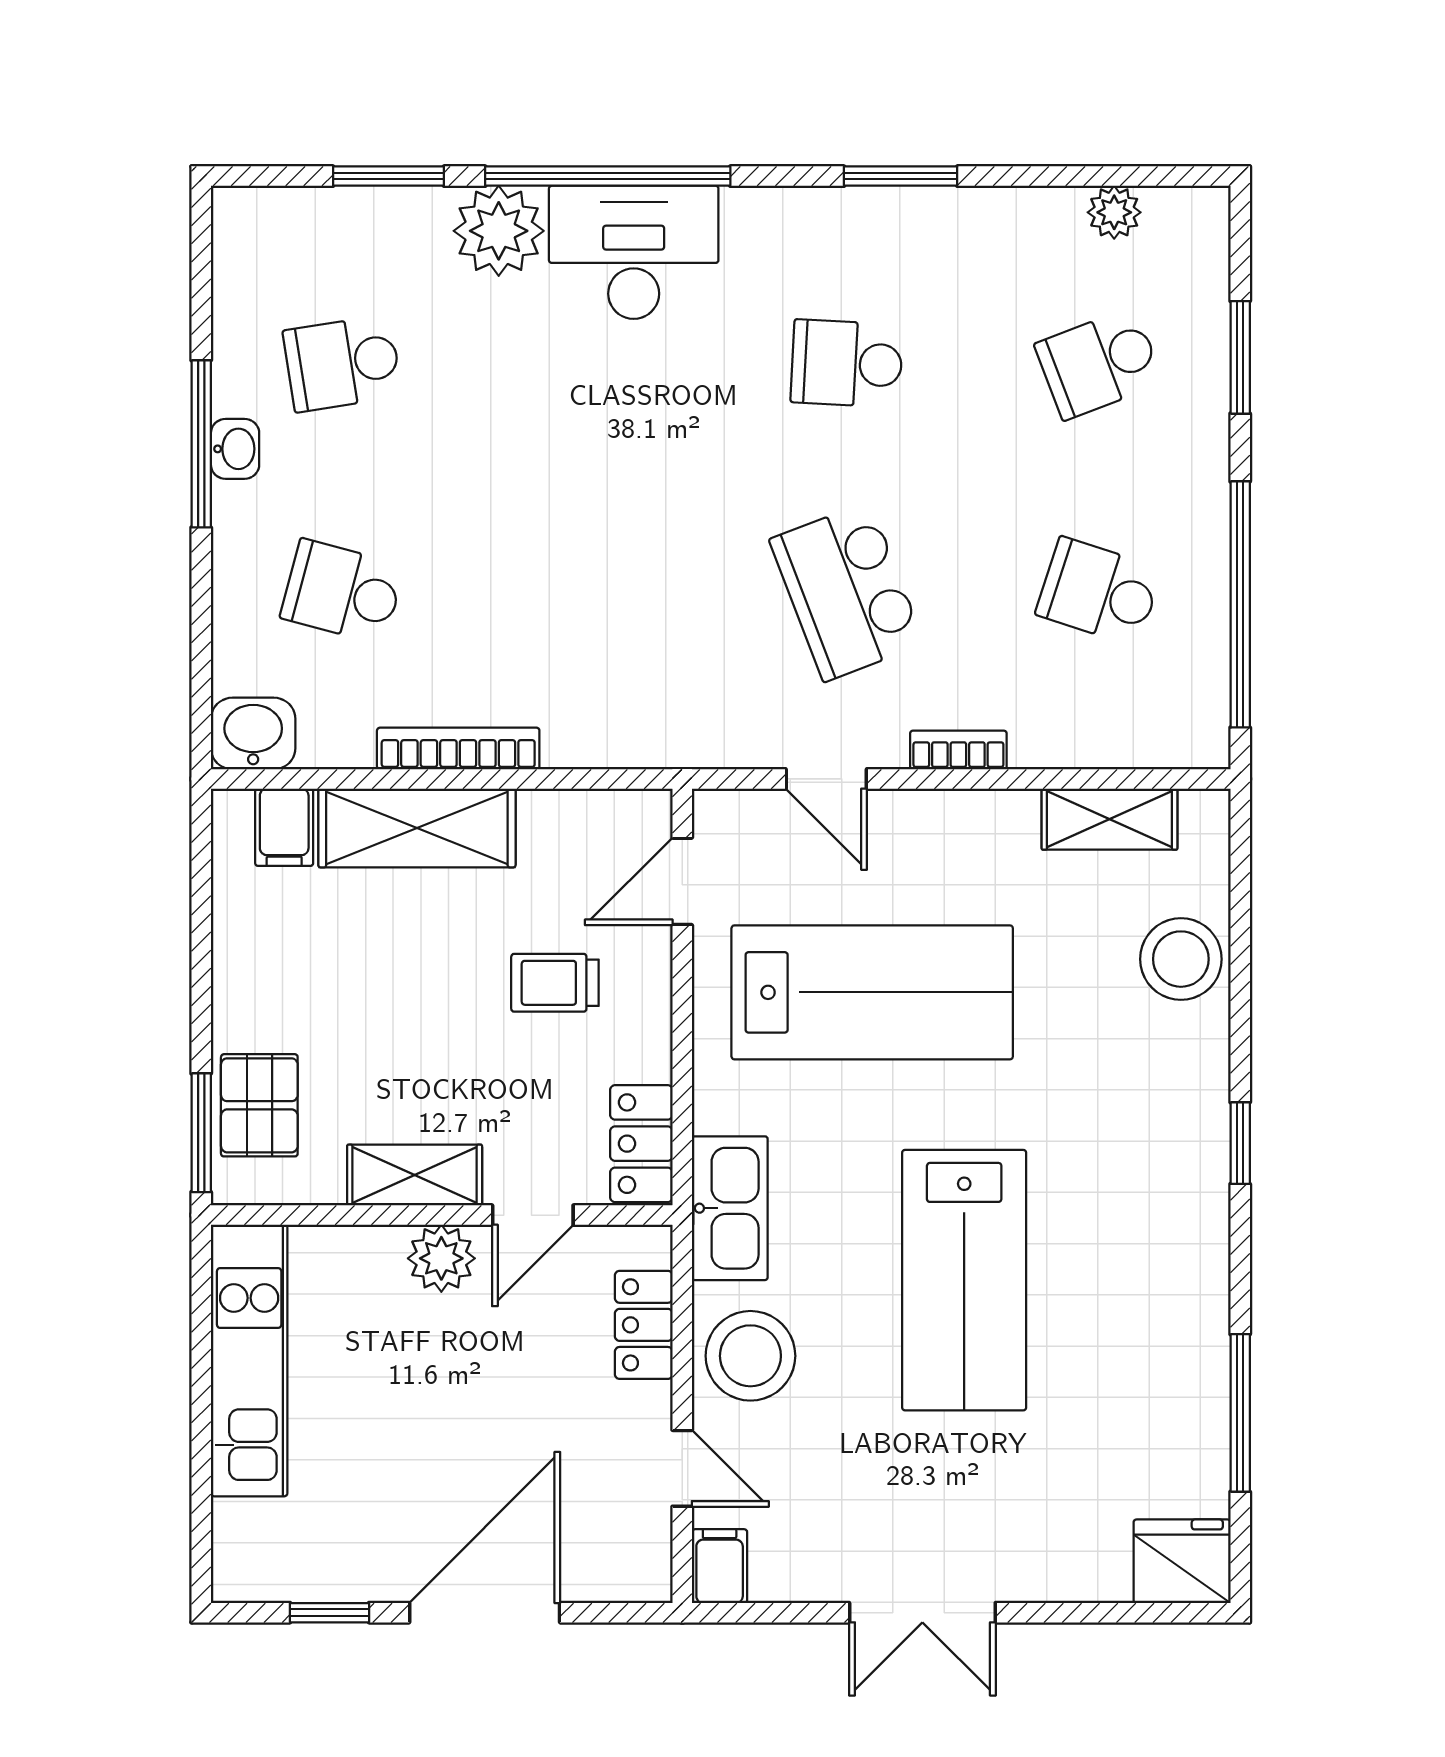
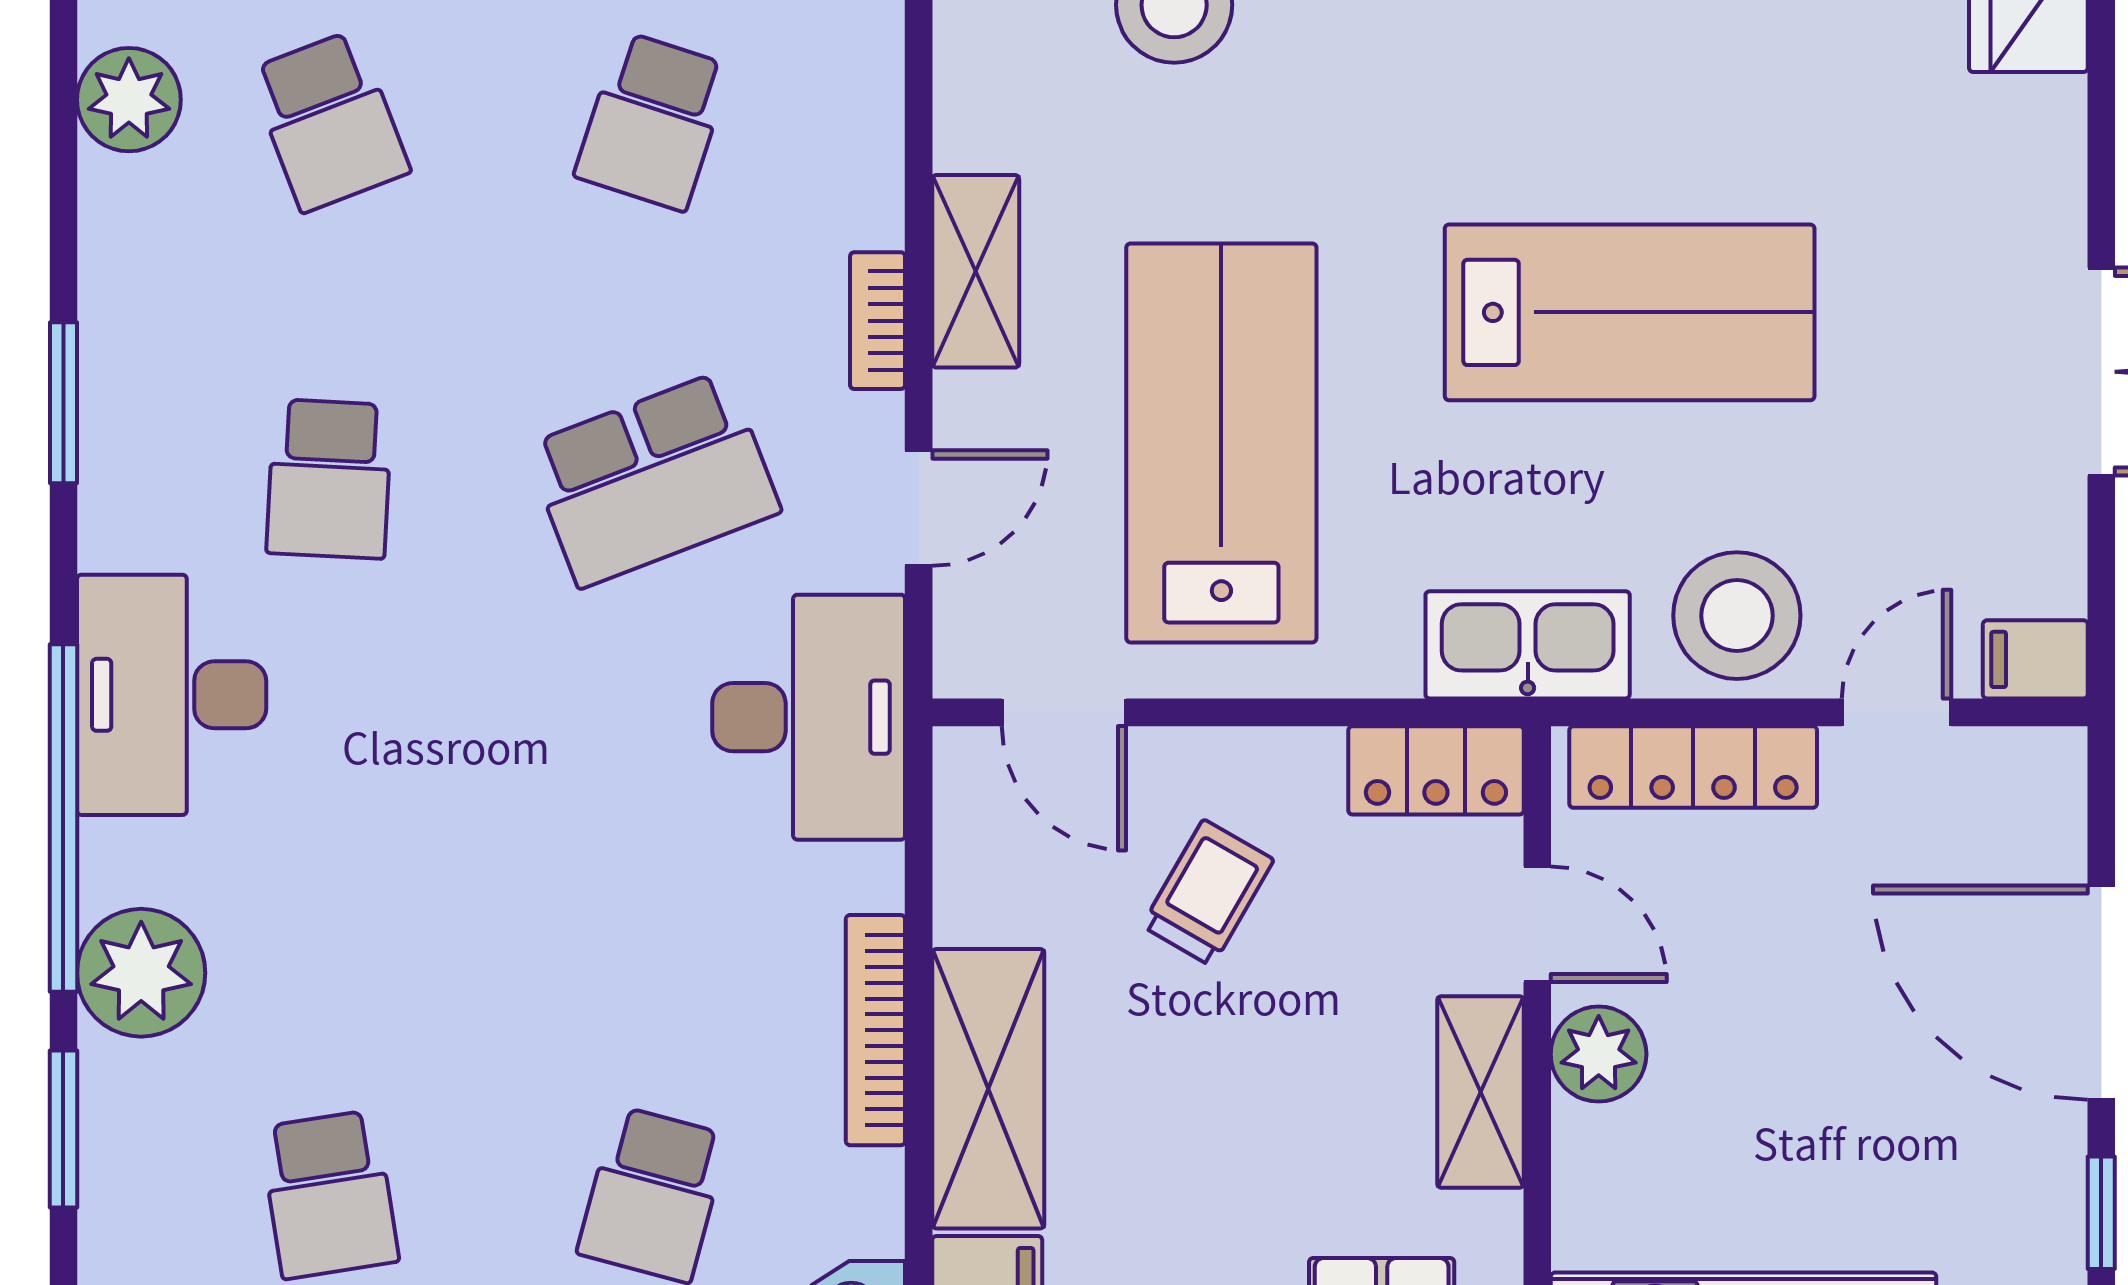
plant: (1114, 212) -> (129, 100), width x1.38, depth x1.38
desk: (634, 252) -> (172, 695), moved
desk: (679, 701) -> (809, 717), added
shelving: (1109, 819) -> (976, 271), moved
trolley: (555, 983) -> (1208, 893), turned -150
locker: (644, 1325) -> (1693, 767), width x1.53

